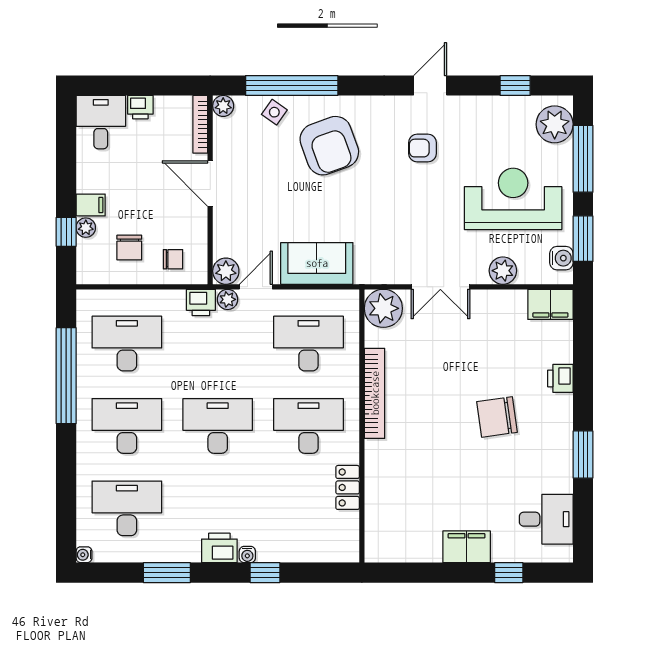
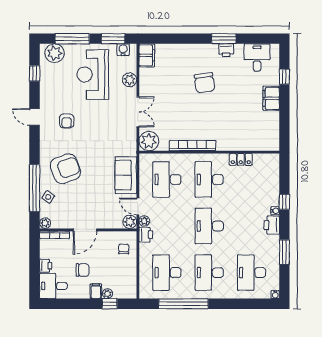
chair: (129, 248) -> (82, 270), moved
printer: (560, 378) -> (226, 50), moved

